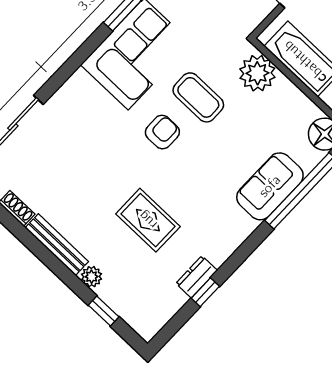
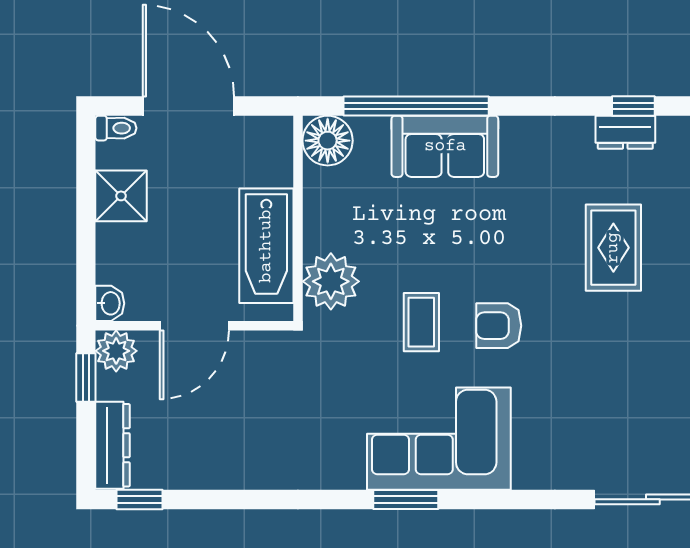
coffee table: (198, 97) -> (421, 322), width x0.73, depth x0.77

